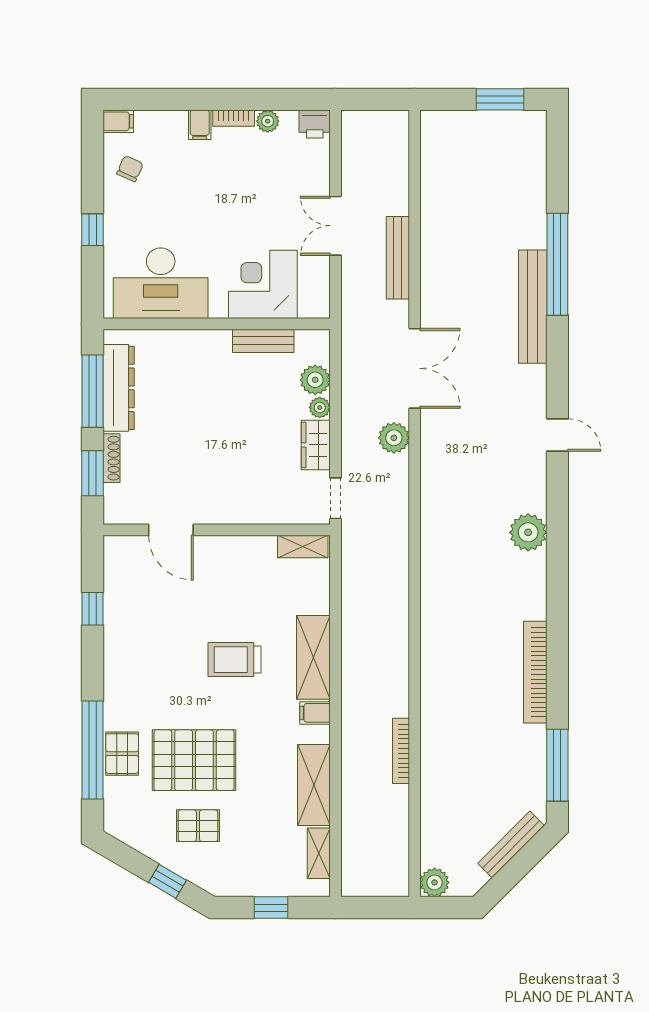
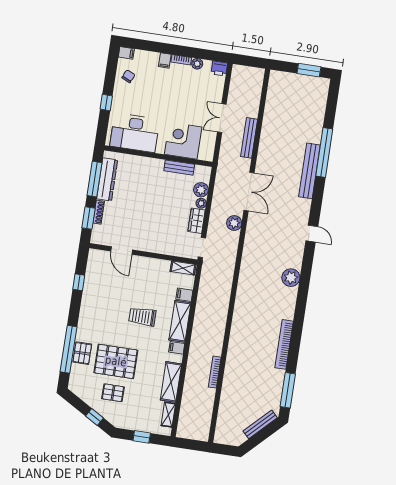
filing cabinet: (314, 601) -> (184, 295), added
plant: (435, 882) -> (221, 437), removed

